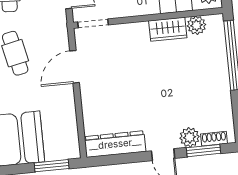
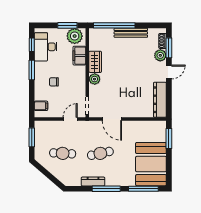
plant: (197, 25) -> (95, 79), moved
bench: (222, 84) -> (131, 33), added

